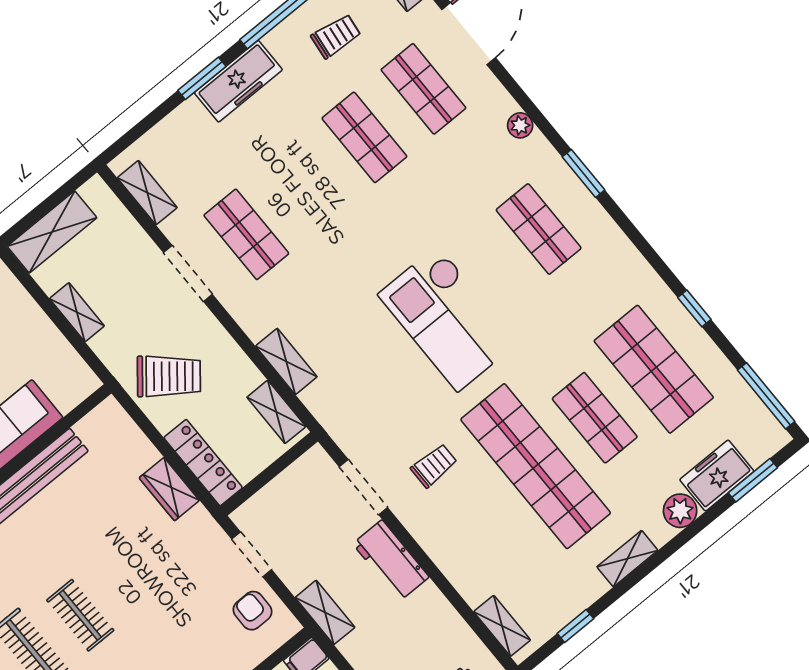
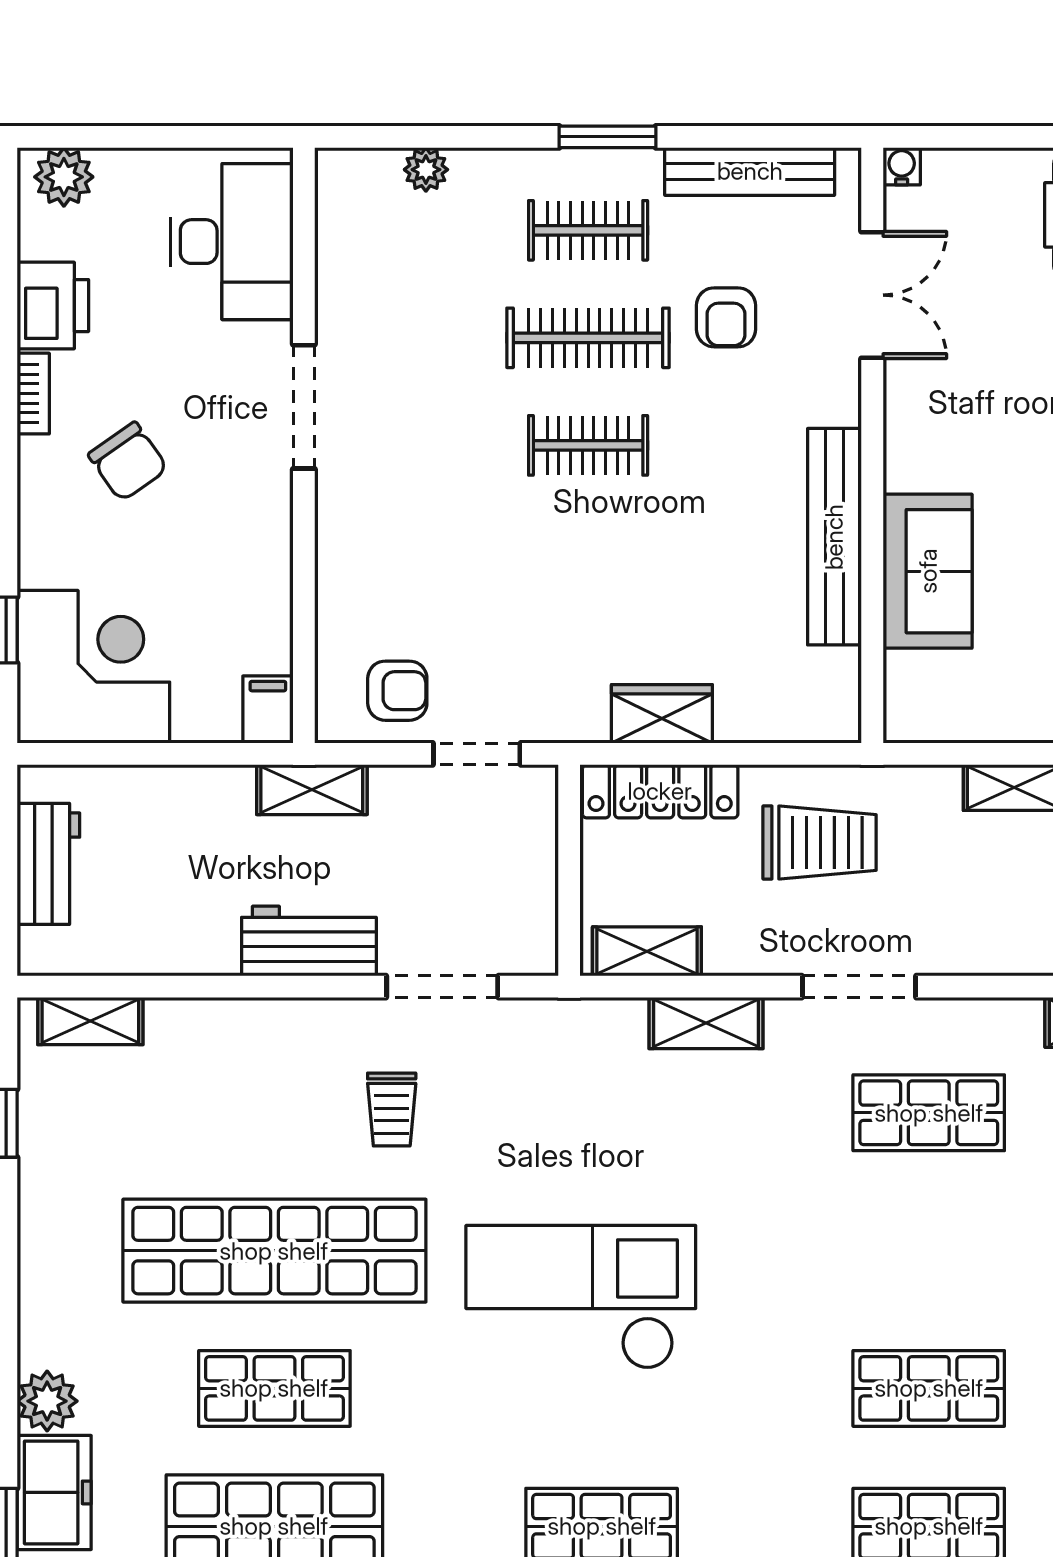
doorway: (188, 273) -> (859, 987), moved
trolley: (169, 376) -> (820, 843), turned -129
shelving: (627, 559) -> (41, 1273), removed

